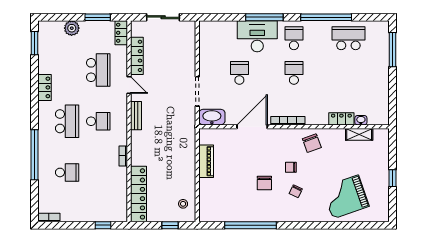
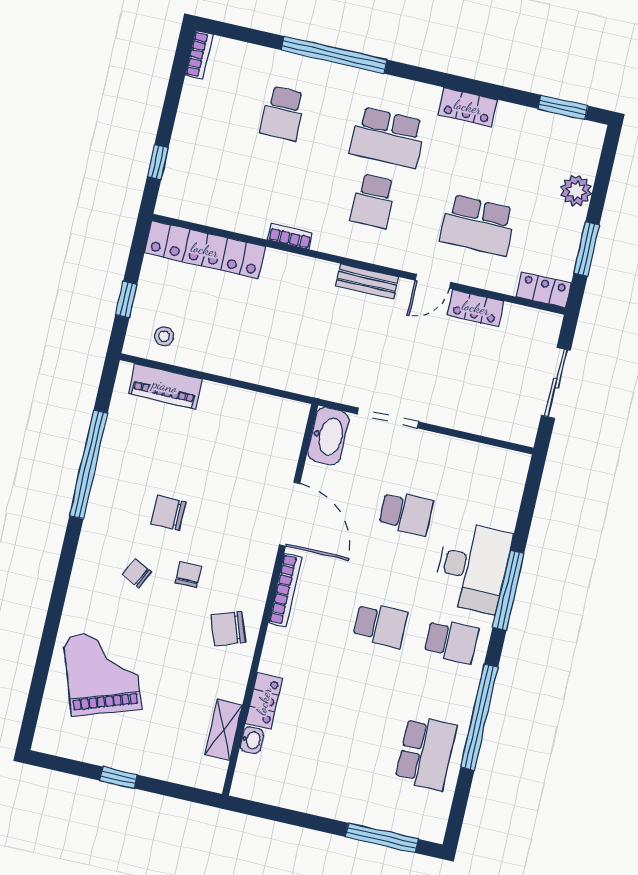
locker: (137, 56) -> (476, 308), width x0.66
piano: (206, 161) -> (165, 386), moved

